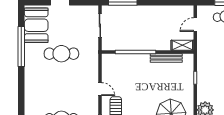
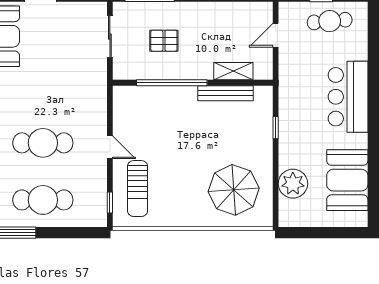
pallet: (131, 28) -> (164, 41), added
shelving: (182, 45) -> (233, 71), moved
cafe table: (61, 54) -> (43, 143), moved

